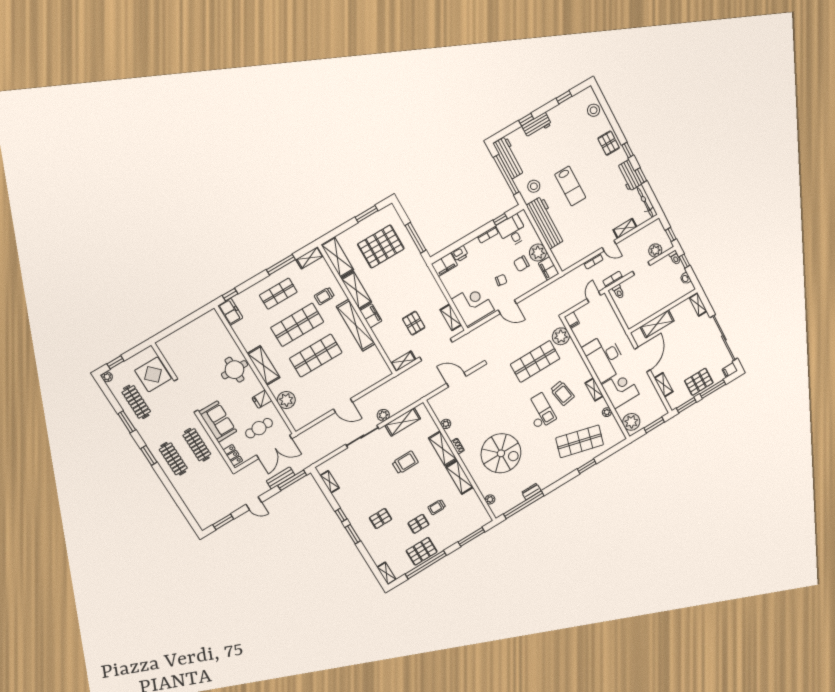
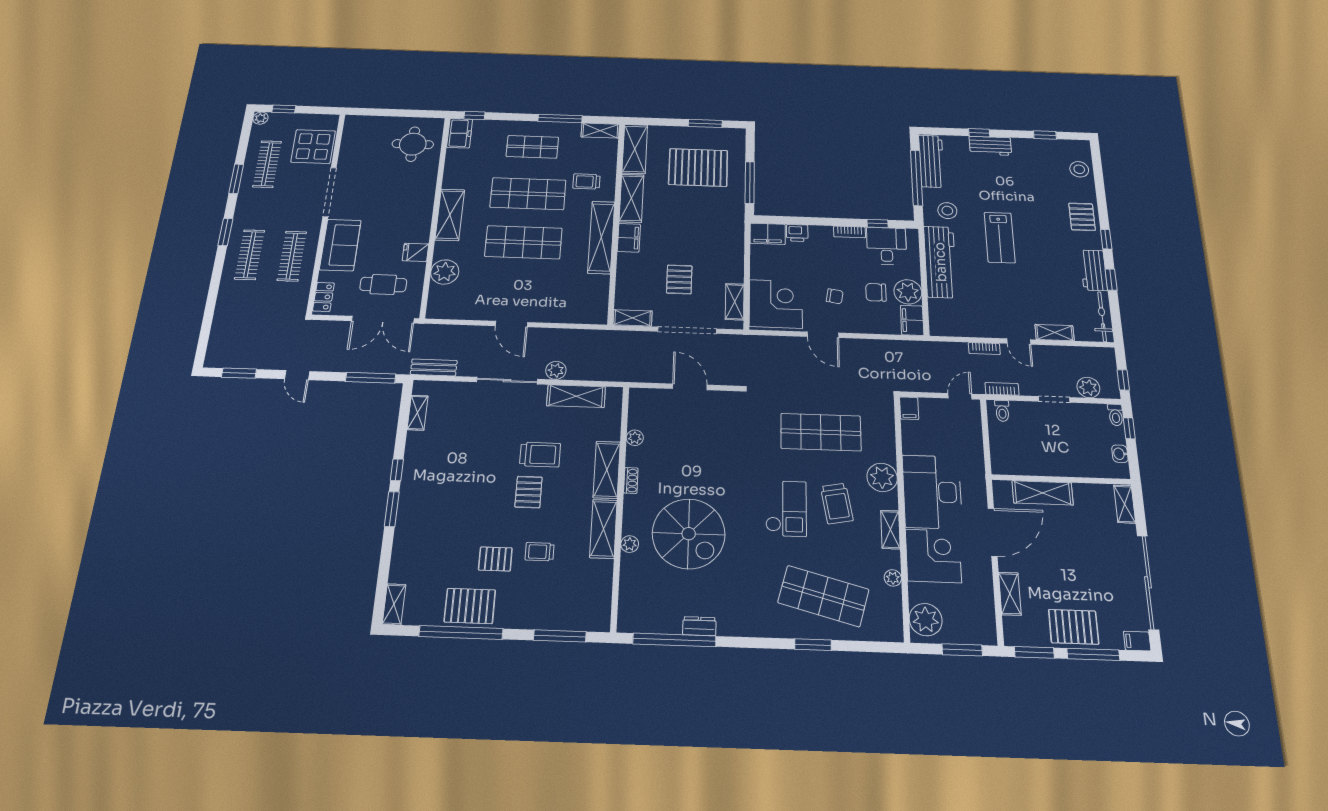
plant: (561, 336) -> (882, 477), moved
round table: (234, 370) -> (413, 144), moved
bench: (281, 478) -> (434, 367), moved
plant: (490, 499) -> (630, 544), moved
pallet: (381, 519) -> (529, 492), moved, turned 90

